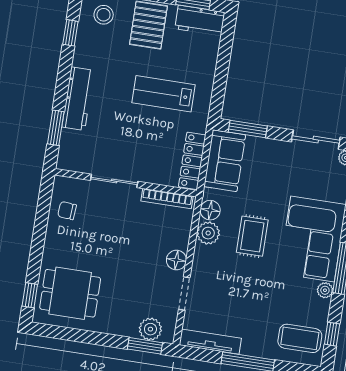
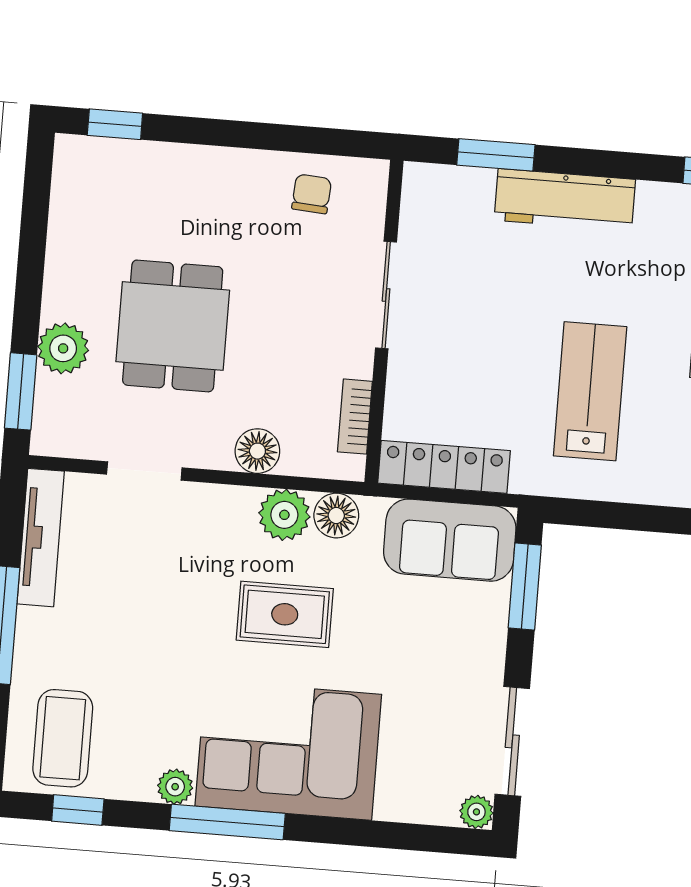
bookcase: (167, 199) -> (355, 417), width x0.64
floor lamp: (176, 260) -> (257, 451), moved
dining table: (70, 293) -> (173, 326), moved
plant: (150, 329) -> (63, 348), moved

